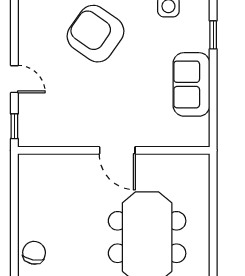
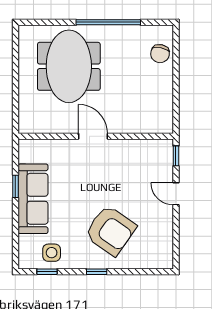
window: (213, 35) -> (15, 186), moved
sofa: (191, 84) -> (33, 199), width x1.36

